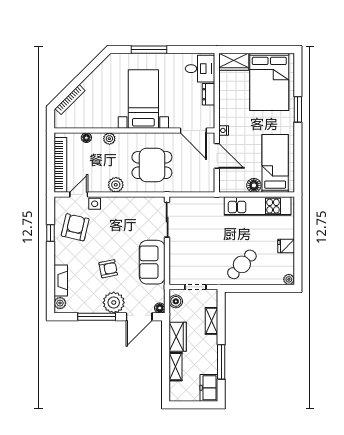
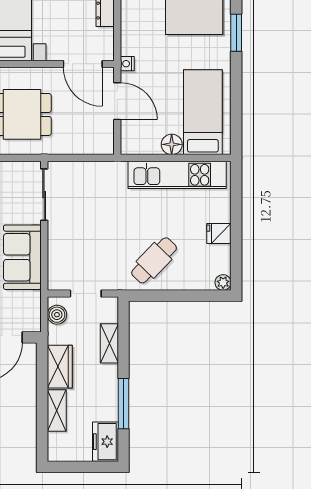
floor lamp: (160, 308) -> (33, 324), removed

